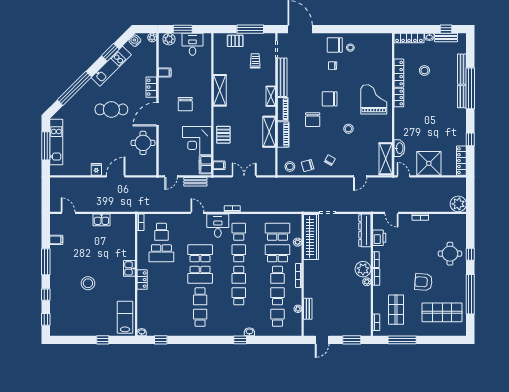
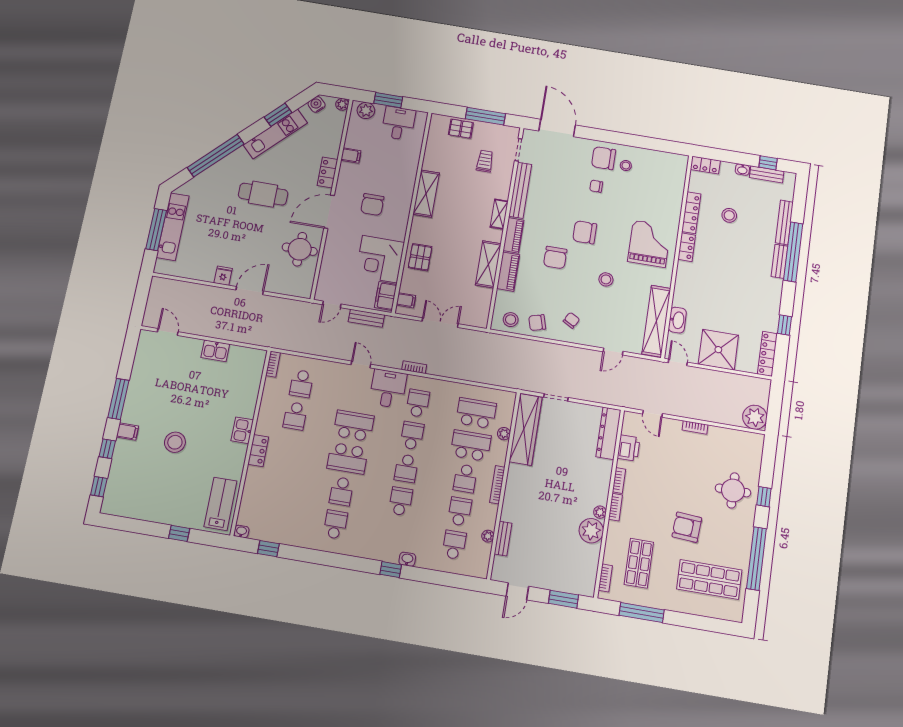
locker: (409, 38) -> (705, 165), width x0.66
shelving: (386, 159) -> (656, 321), width x1.47
filing cabinet: (56, 240) -> (127, 432), moved
school desk: (161, 253) -> (295, 416), width x0.54
plant: (363, 269) -> (591, 531), moved

